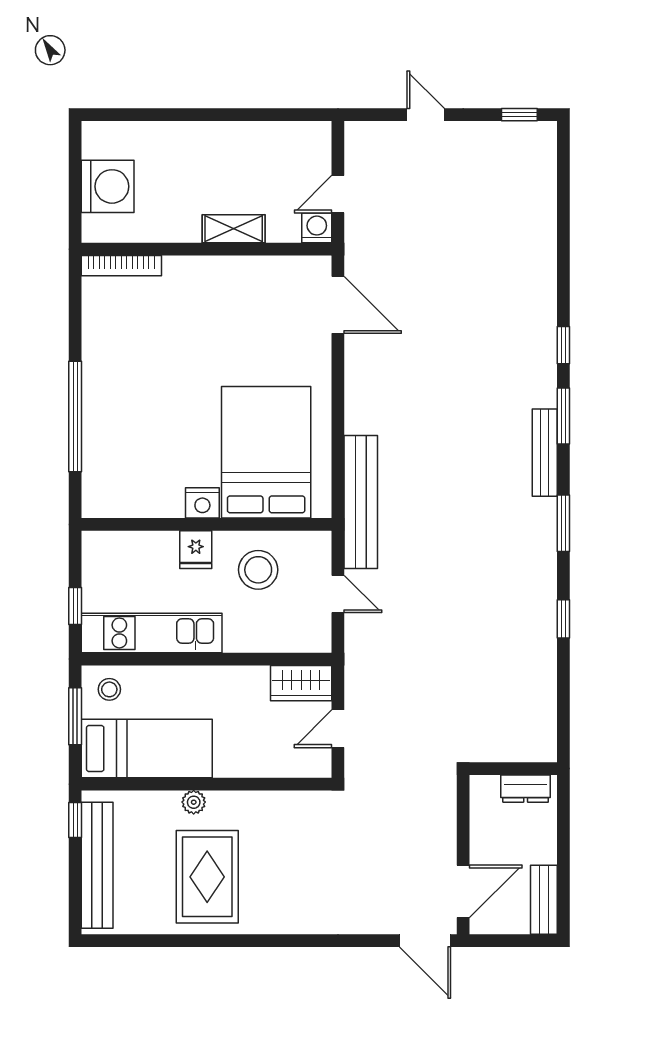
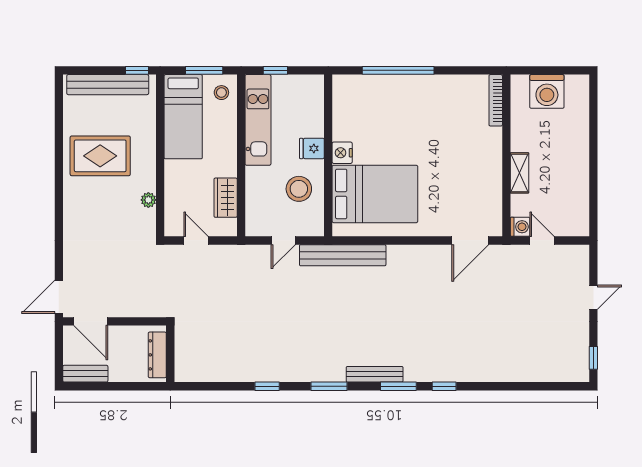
wardrobe: (301, 683) -> (226, 198), moved
dresser: (526, 789) -> (157, 355), width x1.44
plant: (194, 802) -> (148, 200), moved

